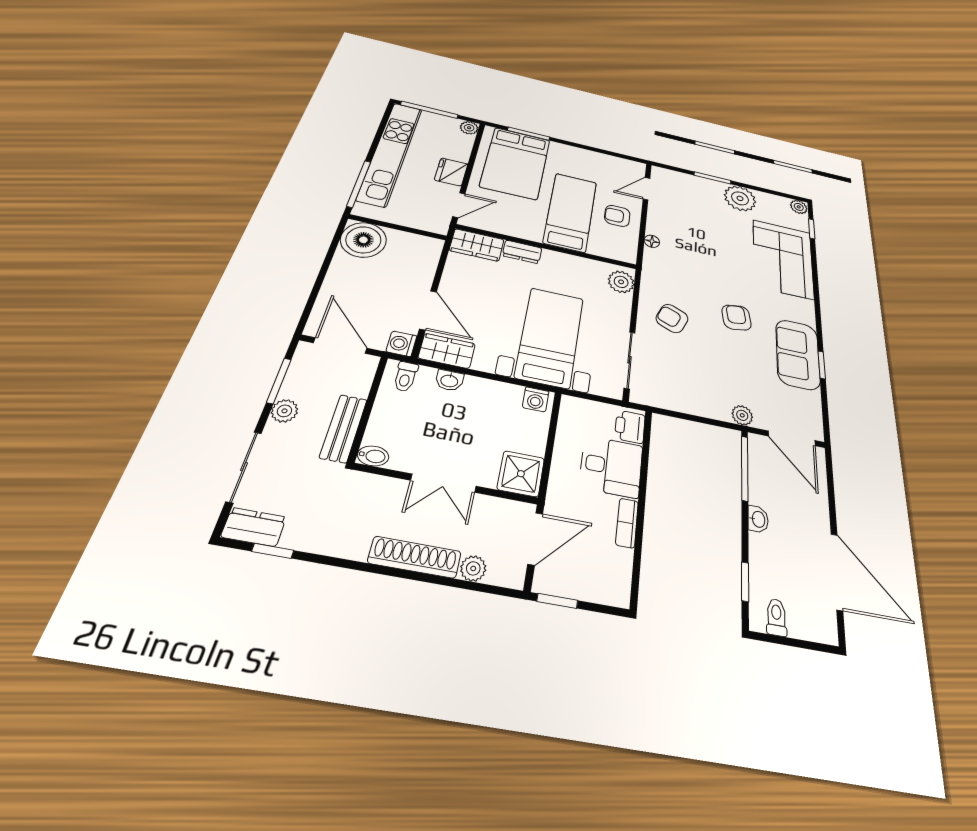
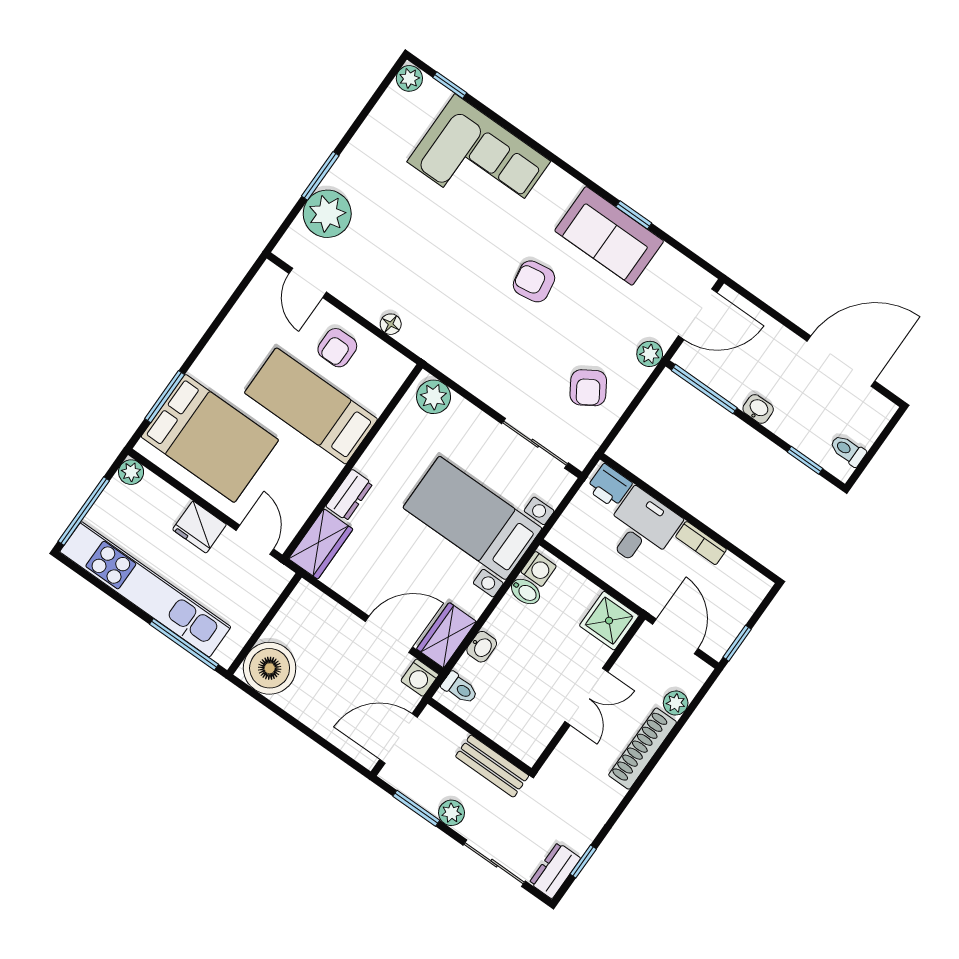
plant: (740, 198) -> (327, 214), moved
armchair: (672, 318) -> (588, 388), moved, turned -55
bidet: (373, 456) -> (525, 592), moved, turned 90

